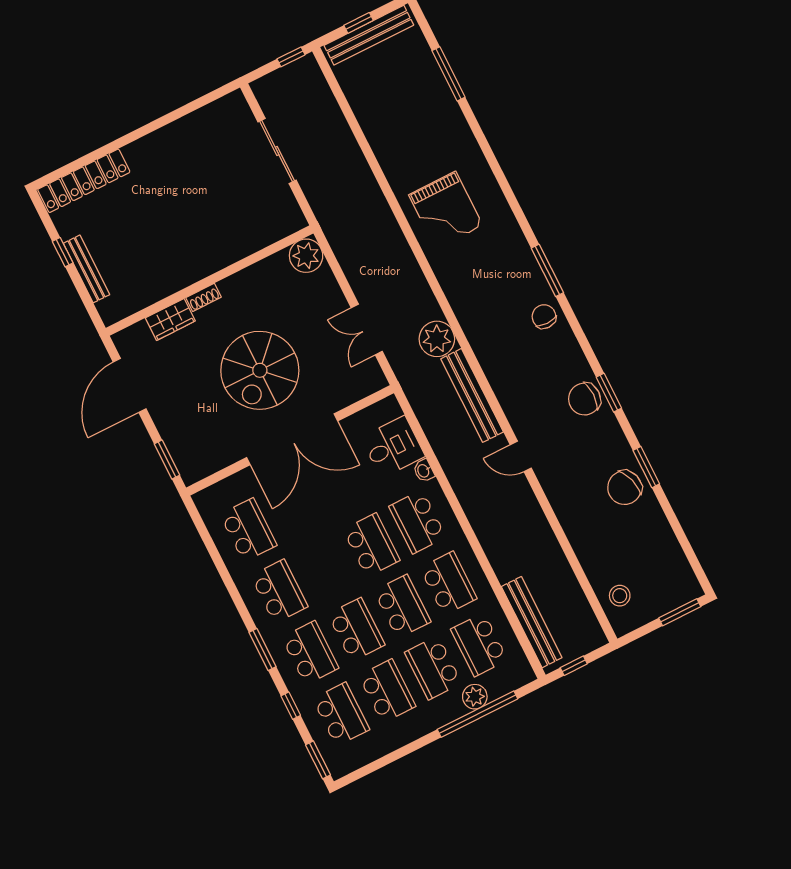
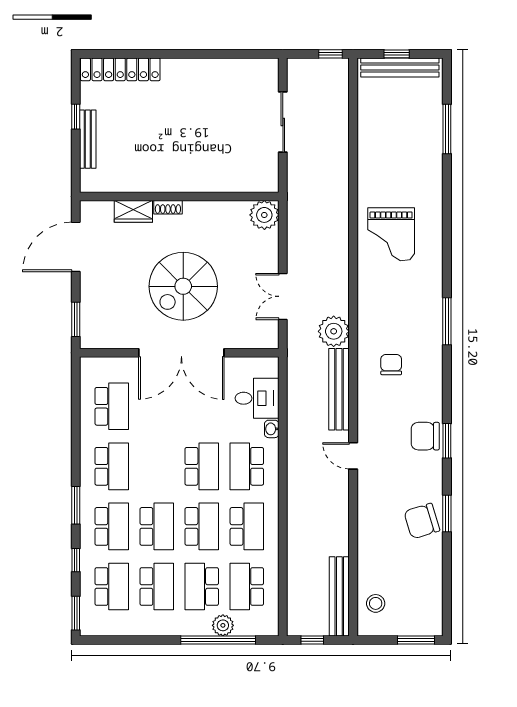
chair: (544, 317) -> (391, 365), moved
bench: (532, 622) -> (339, 596), moved

